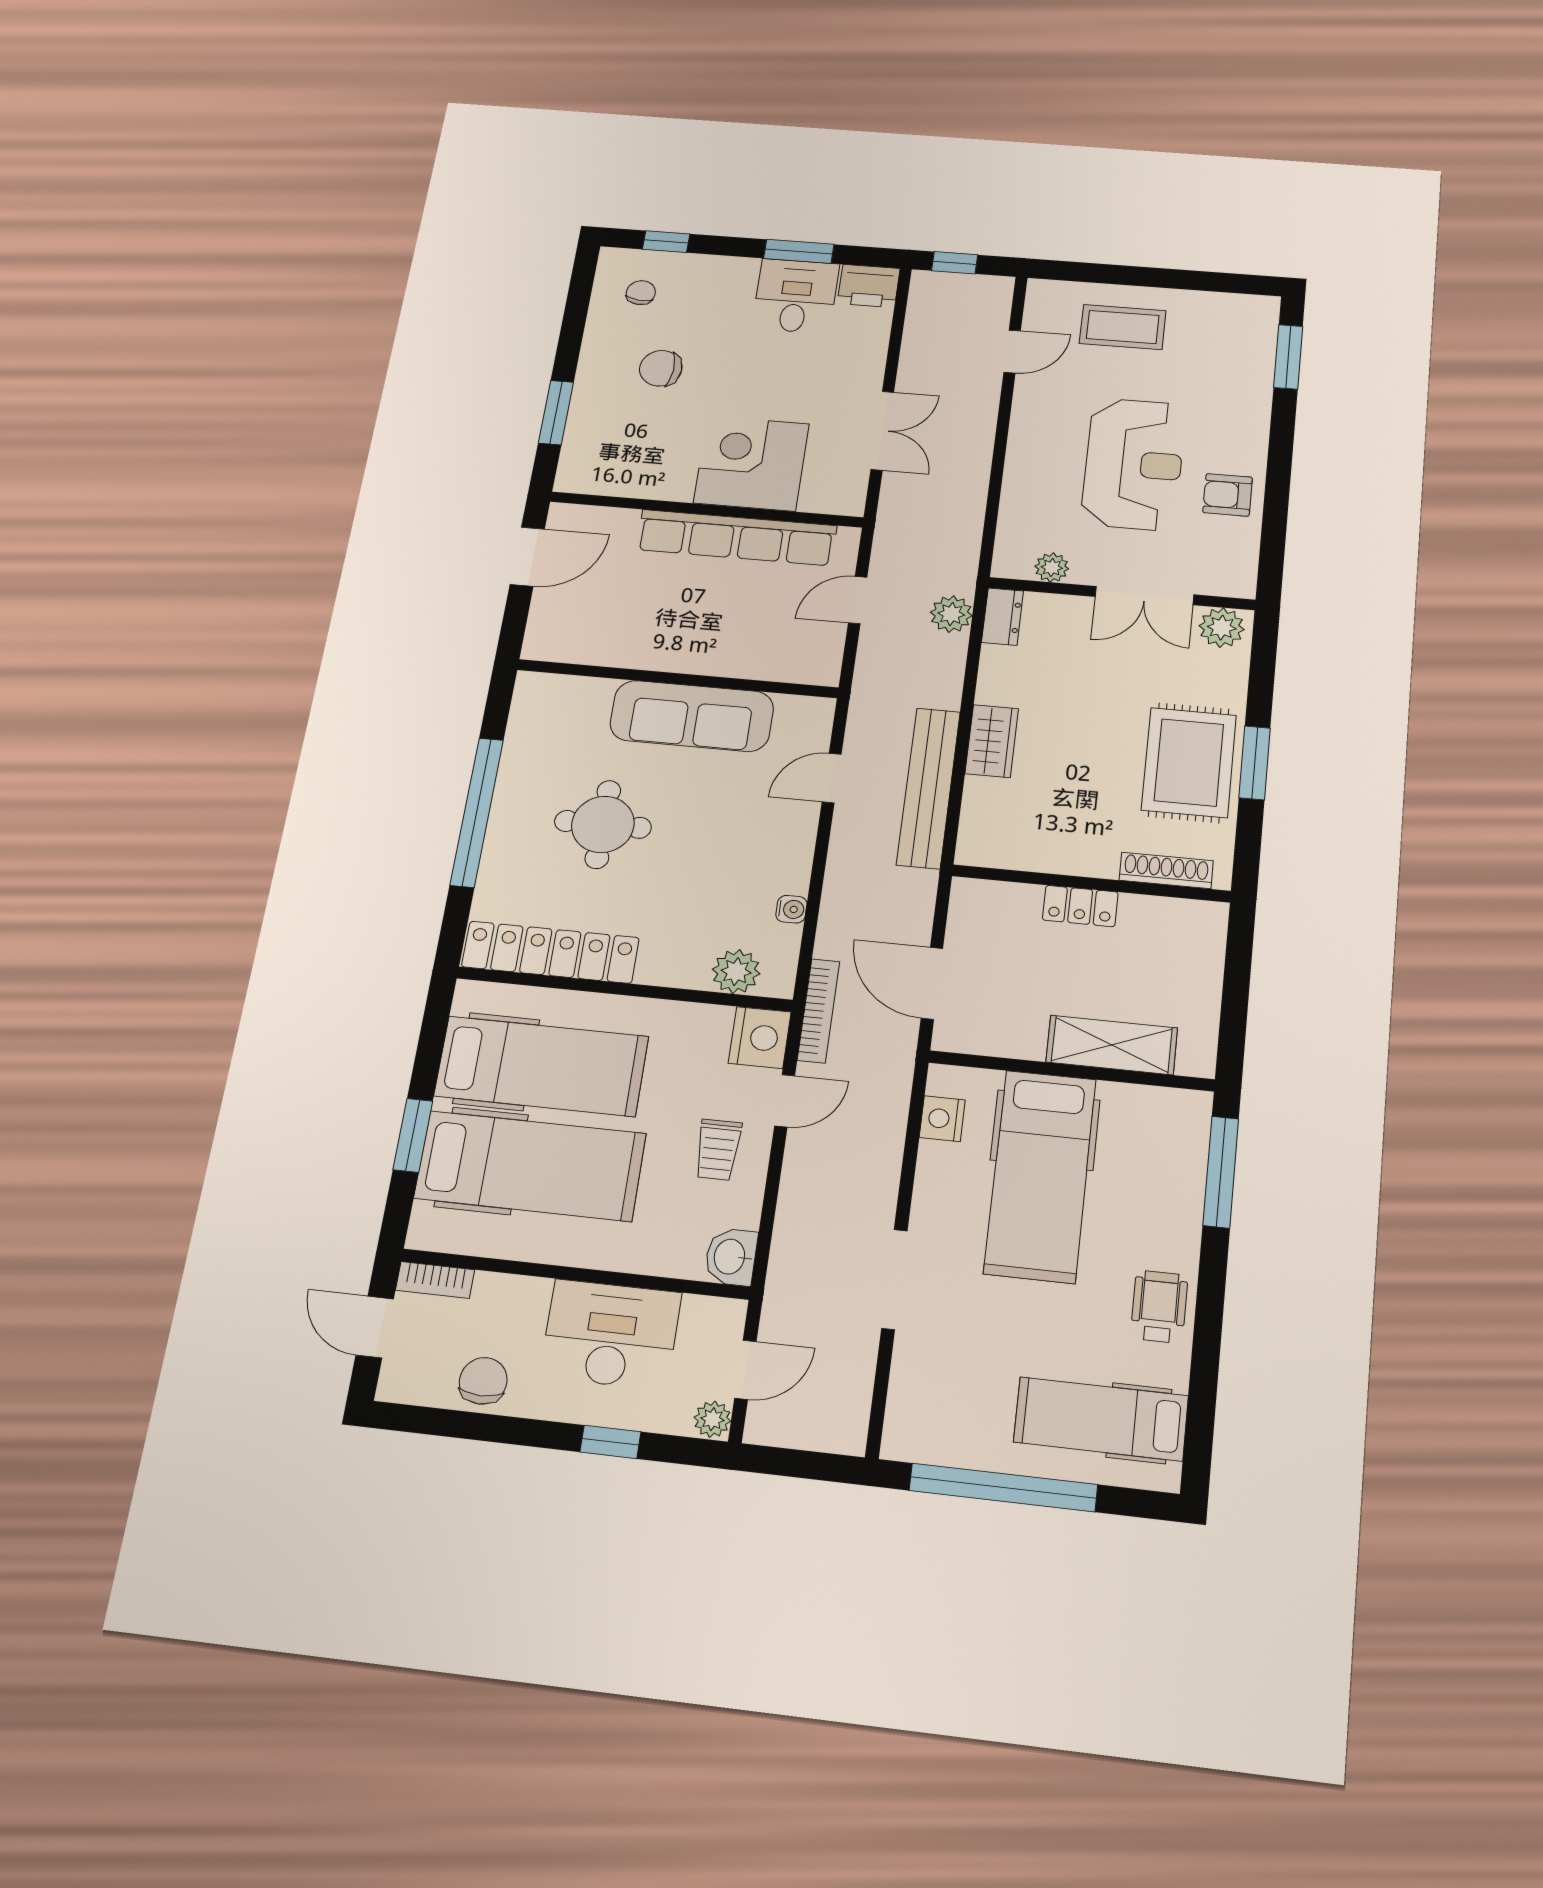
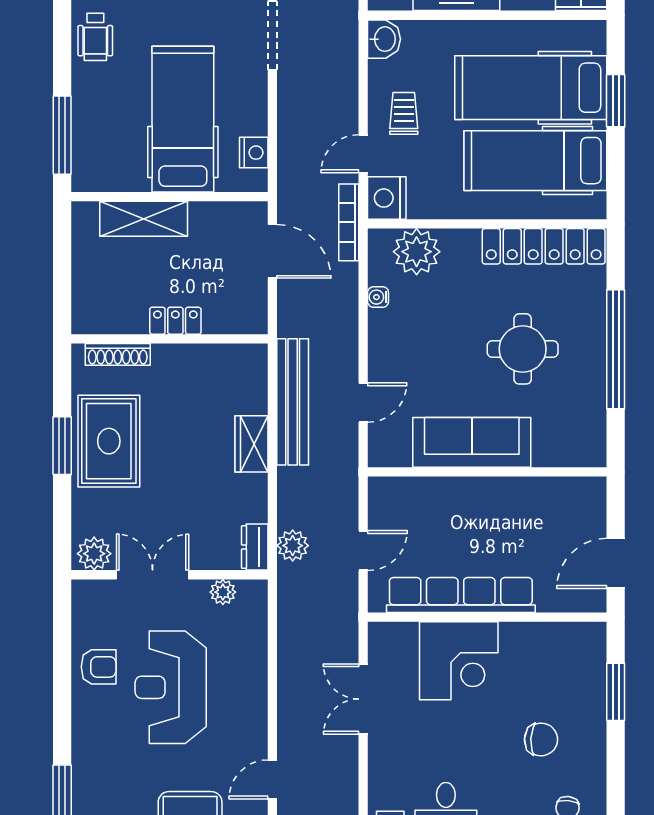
plant: (736, 972) -> (417, 252), width x1.36, depth x1.36

